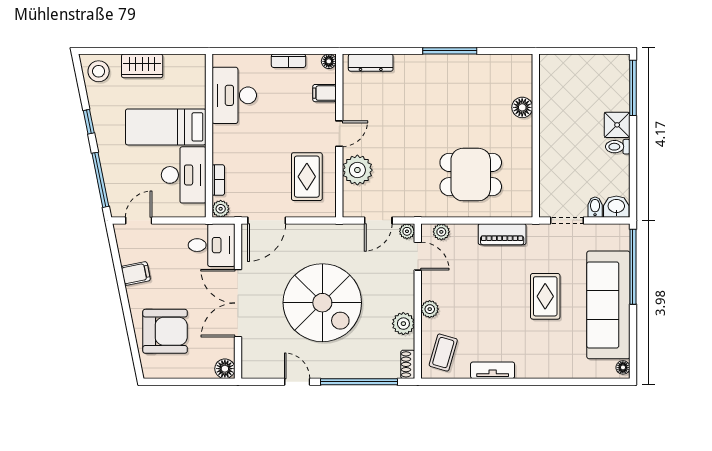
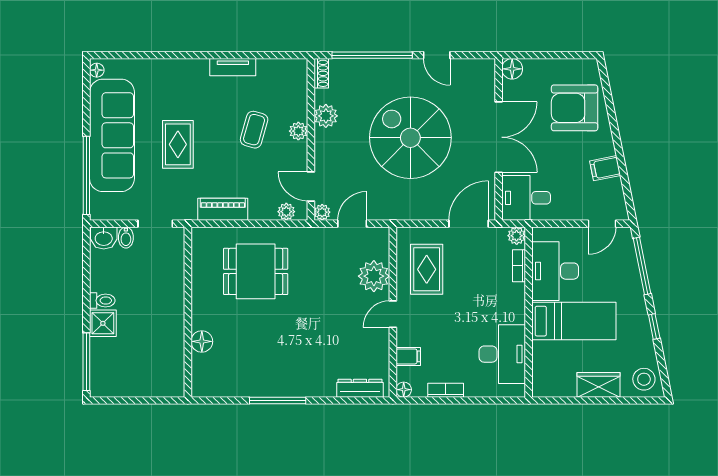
coffee table: (443, 353) -> (254, 130), moved

